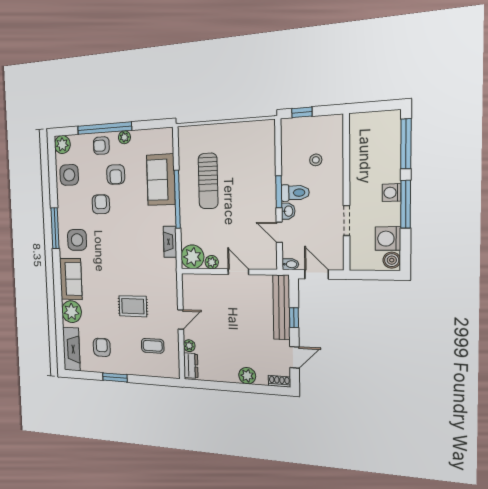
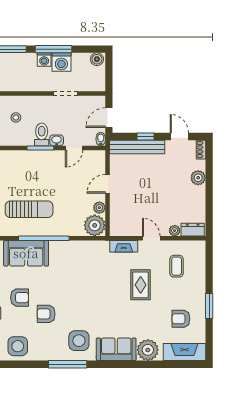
washing machine: (388, 239) -> (61, 62), moved
fireplace: (170, 242) -> (124, 246), moved

